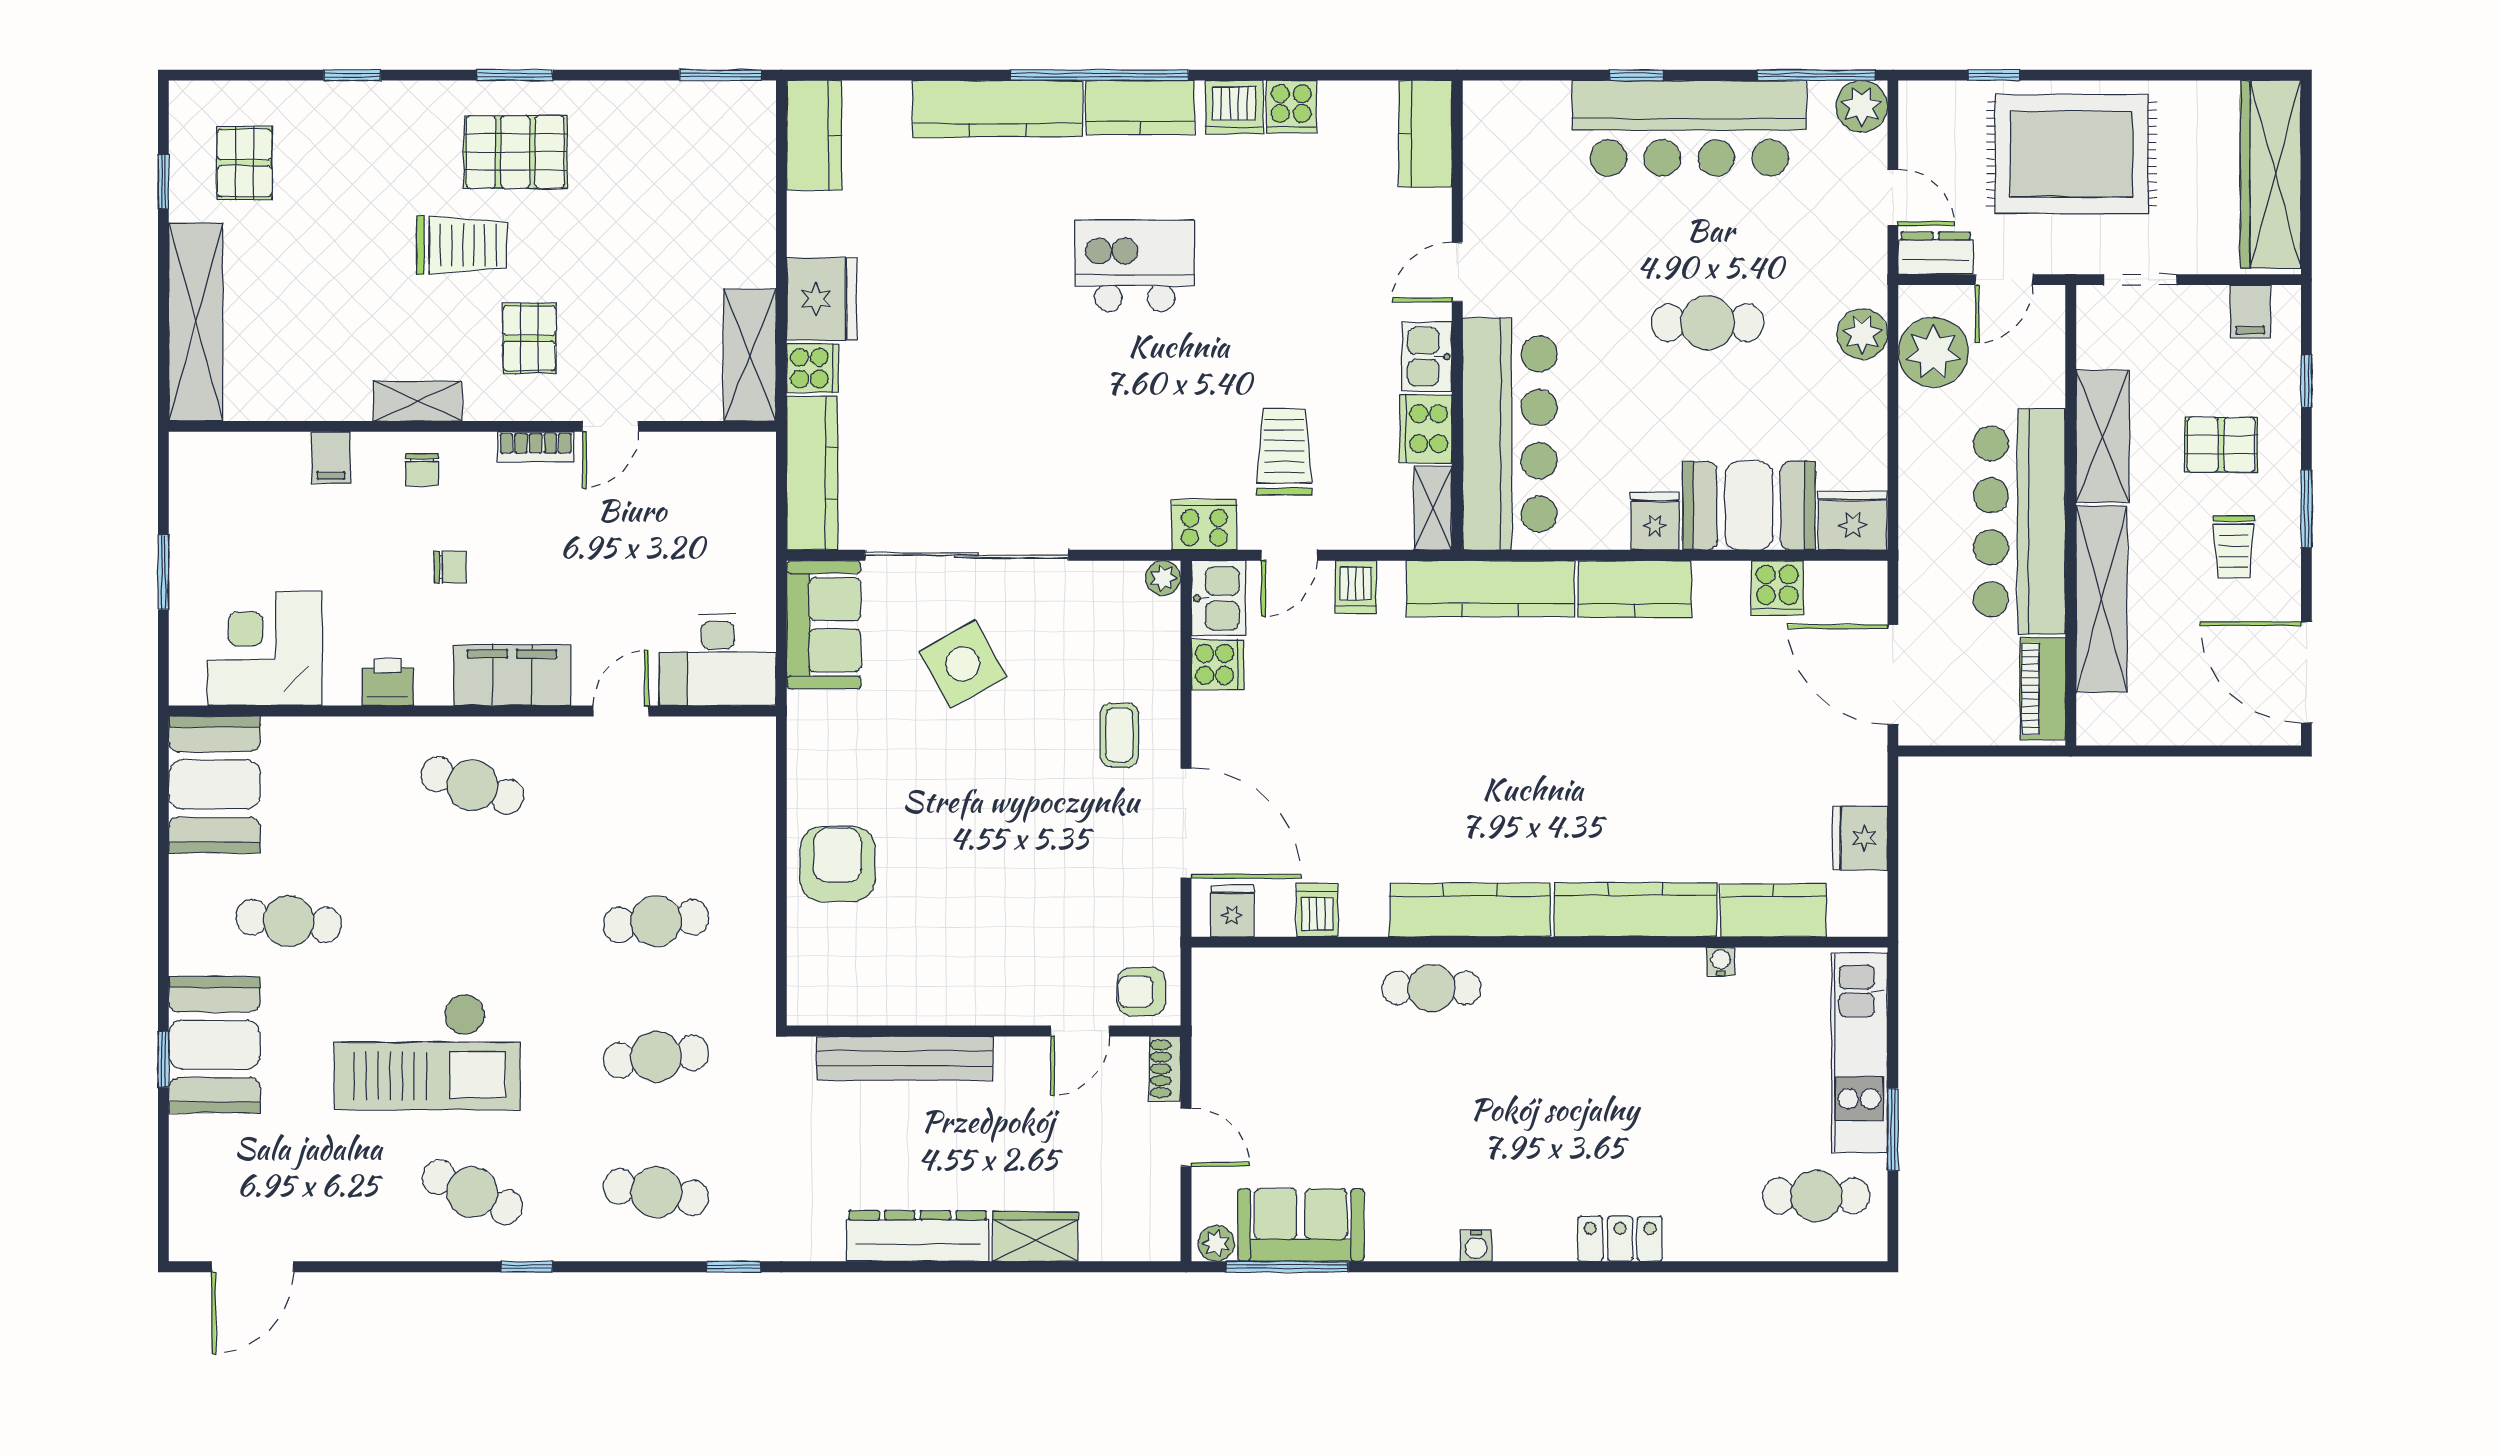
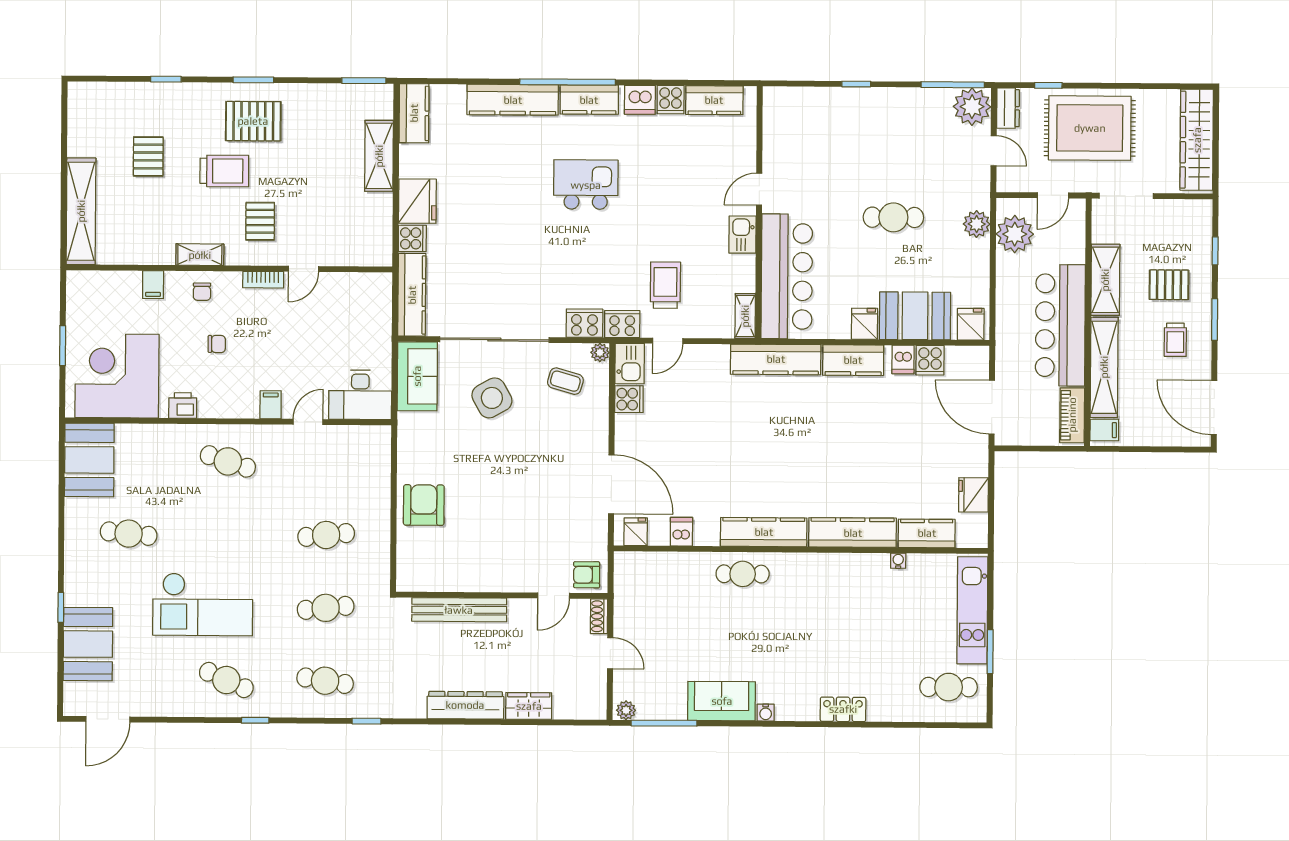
plant: (1862, 106) -> (972, 107), width x1.36, depth x1.36
bar counter: (1689, 128) -> (884, 113), removed
kitchen counter: (1425, 134) -> (714, 100), moved, turned -90
pallet: (244, 163) -> (148, 156), moved
window: (163, 182) -> (64, 136), removed
dresser: (1936, 253) -> (1008, 108), moved, turned 90
doorway: (2140, 280) -> (1126, 196), width x1.38
filing cabinet: (2250, 312) -> (1104, 430), moved, turned -90
shelving: (750, 355) -> (379, 156), moved
cooker: (1426, 429) -> (584, 323), moved, turned 90
fridge: (1853, 520) -> (971, 324), width x0.72
dishwasher: (1356, 587) -> (903, 360), moved
corner desk: (265, 648) -> (117, 376), width x1.36, depth x1.36
filing cabinet: (512, 675) -> (271, 405), width x0.33, depth x0.86
coffee table: (1119, 735) -> (565, 381), moved, turned -74
booth: (214, 1045) -> (88, 644), moved
sofa: (1301, 1225) -> (722, 701), moved

